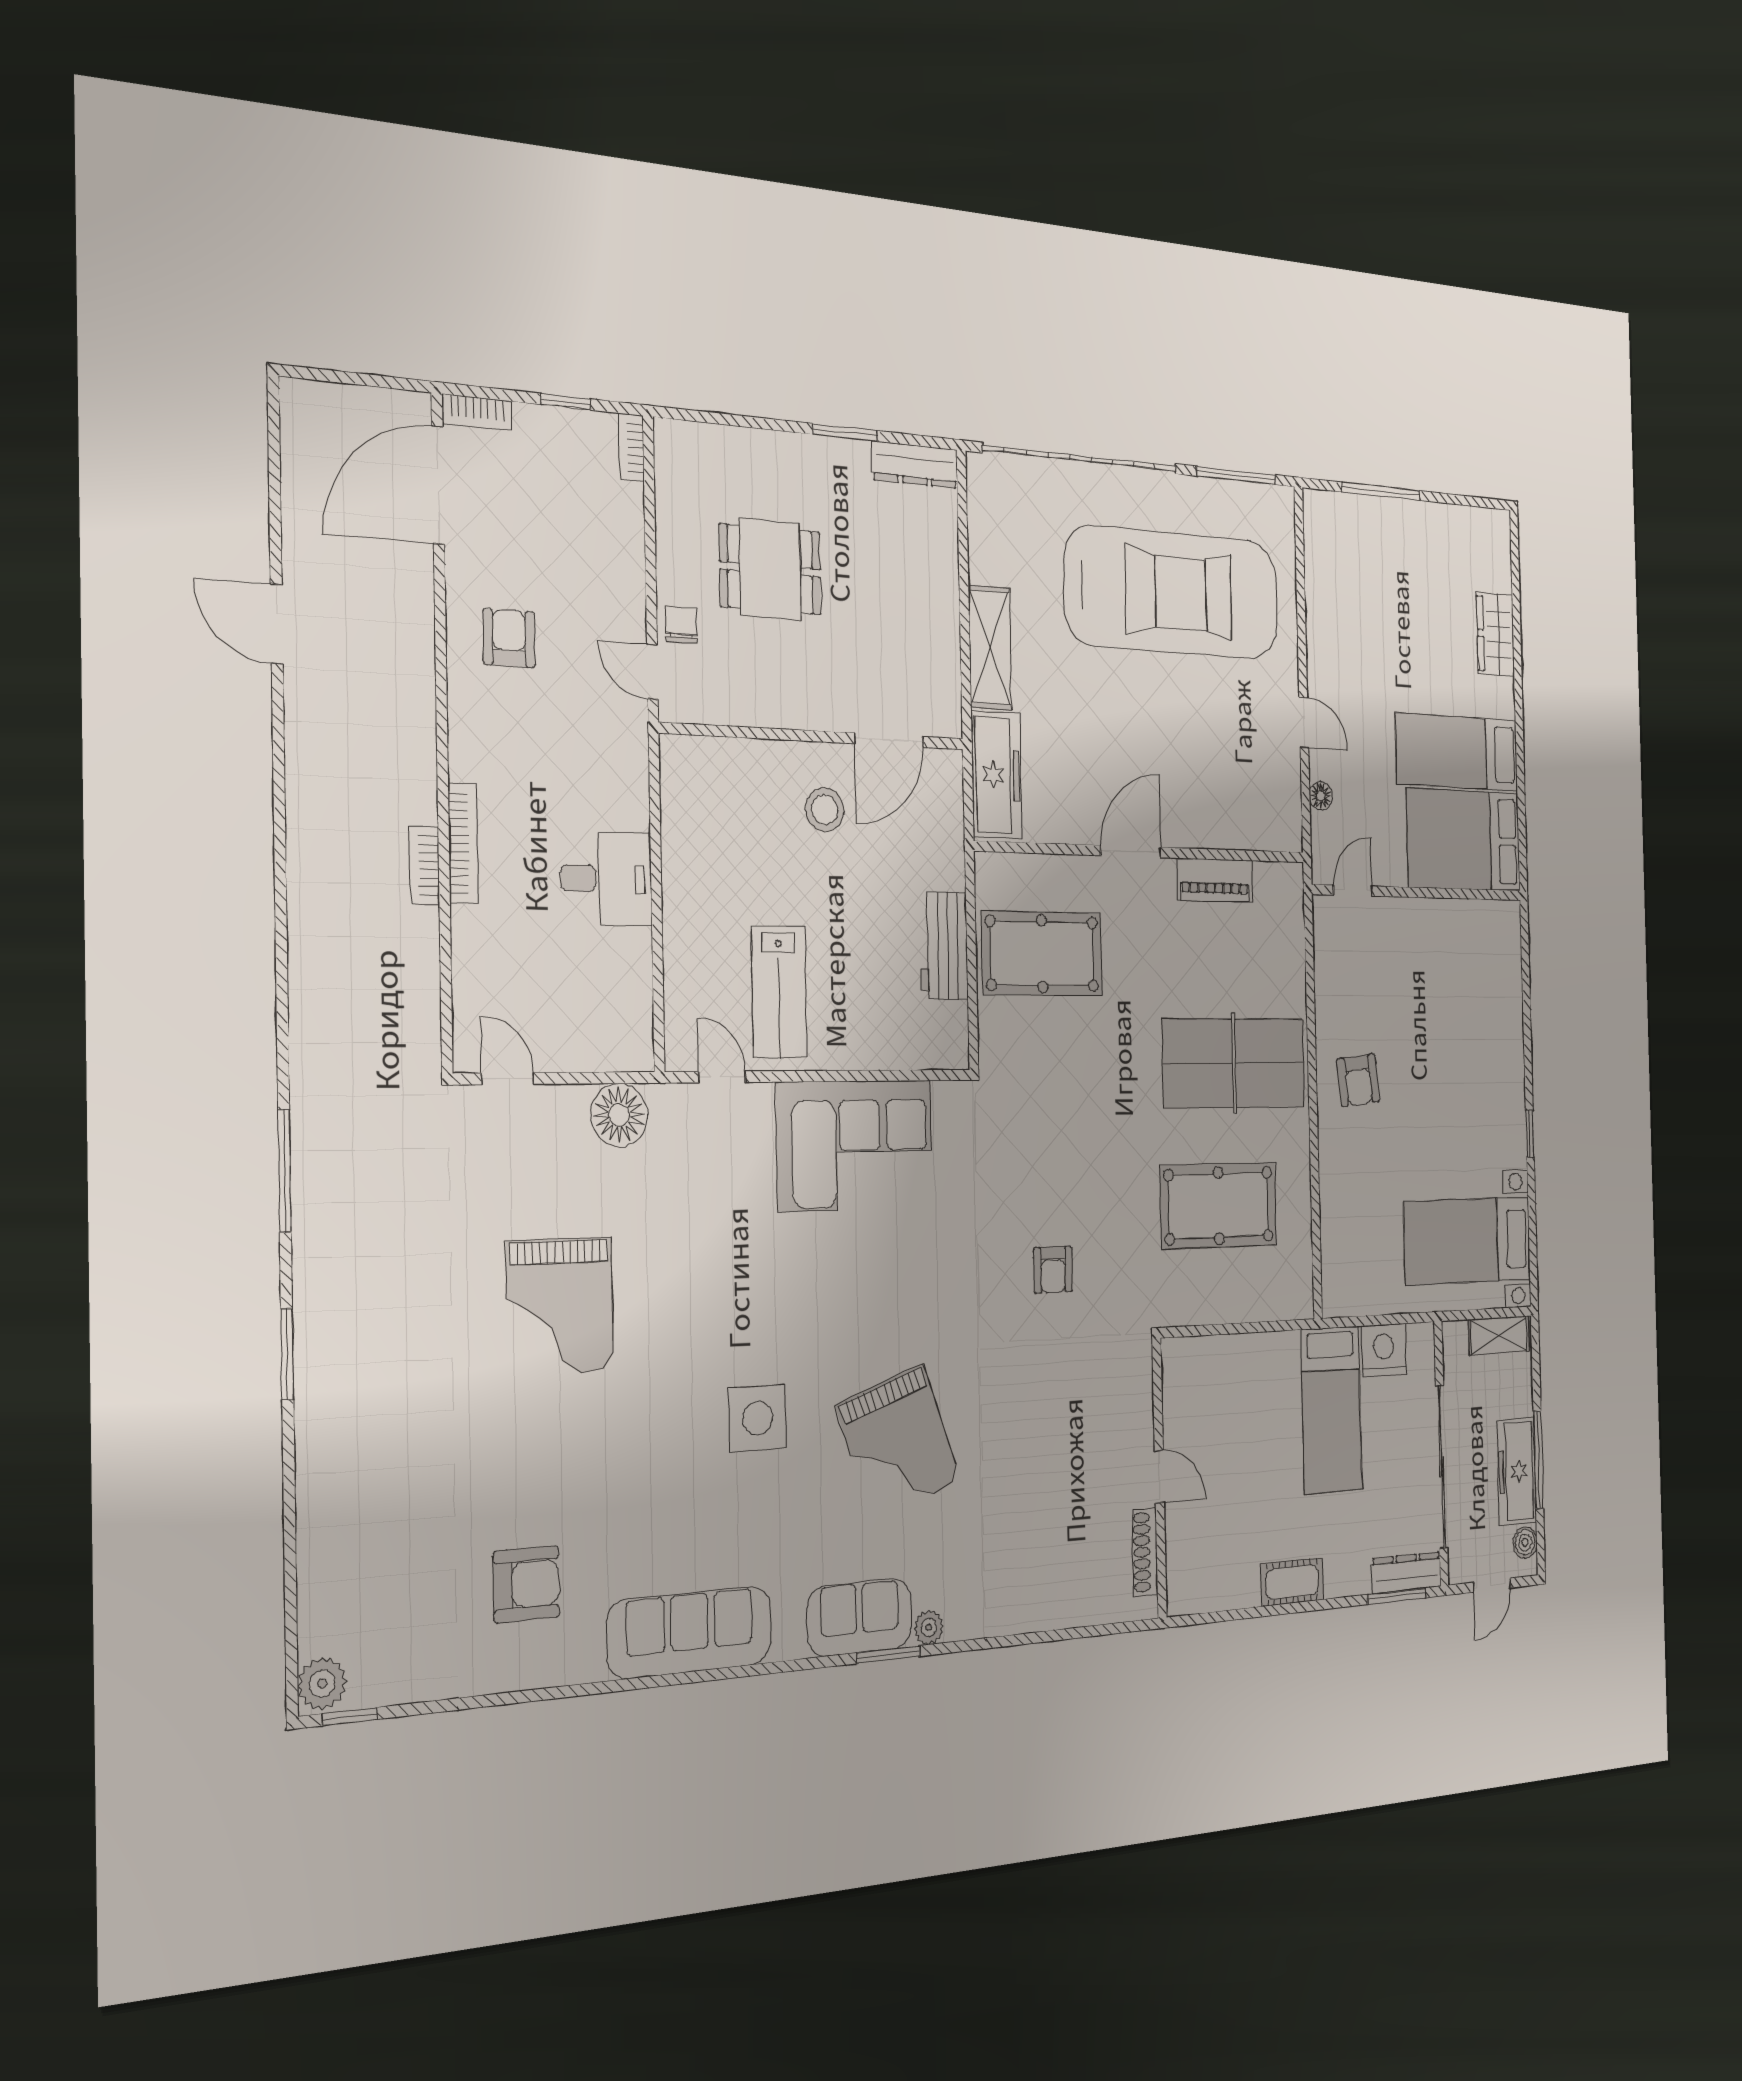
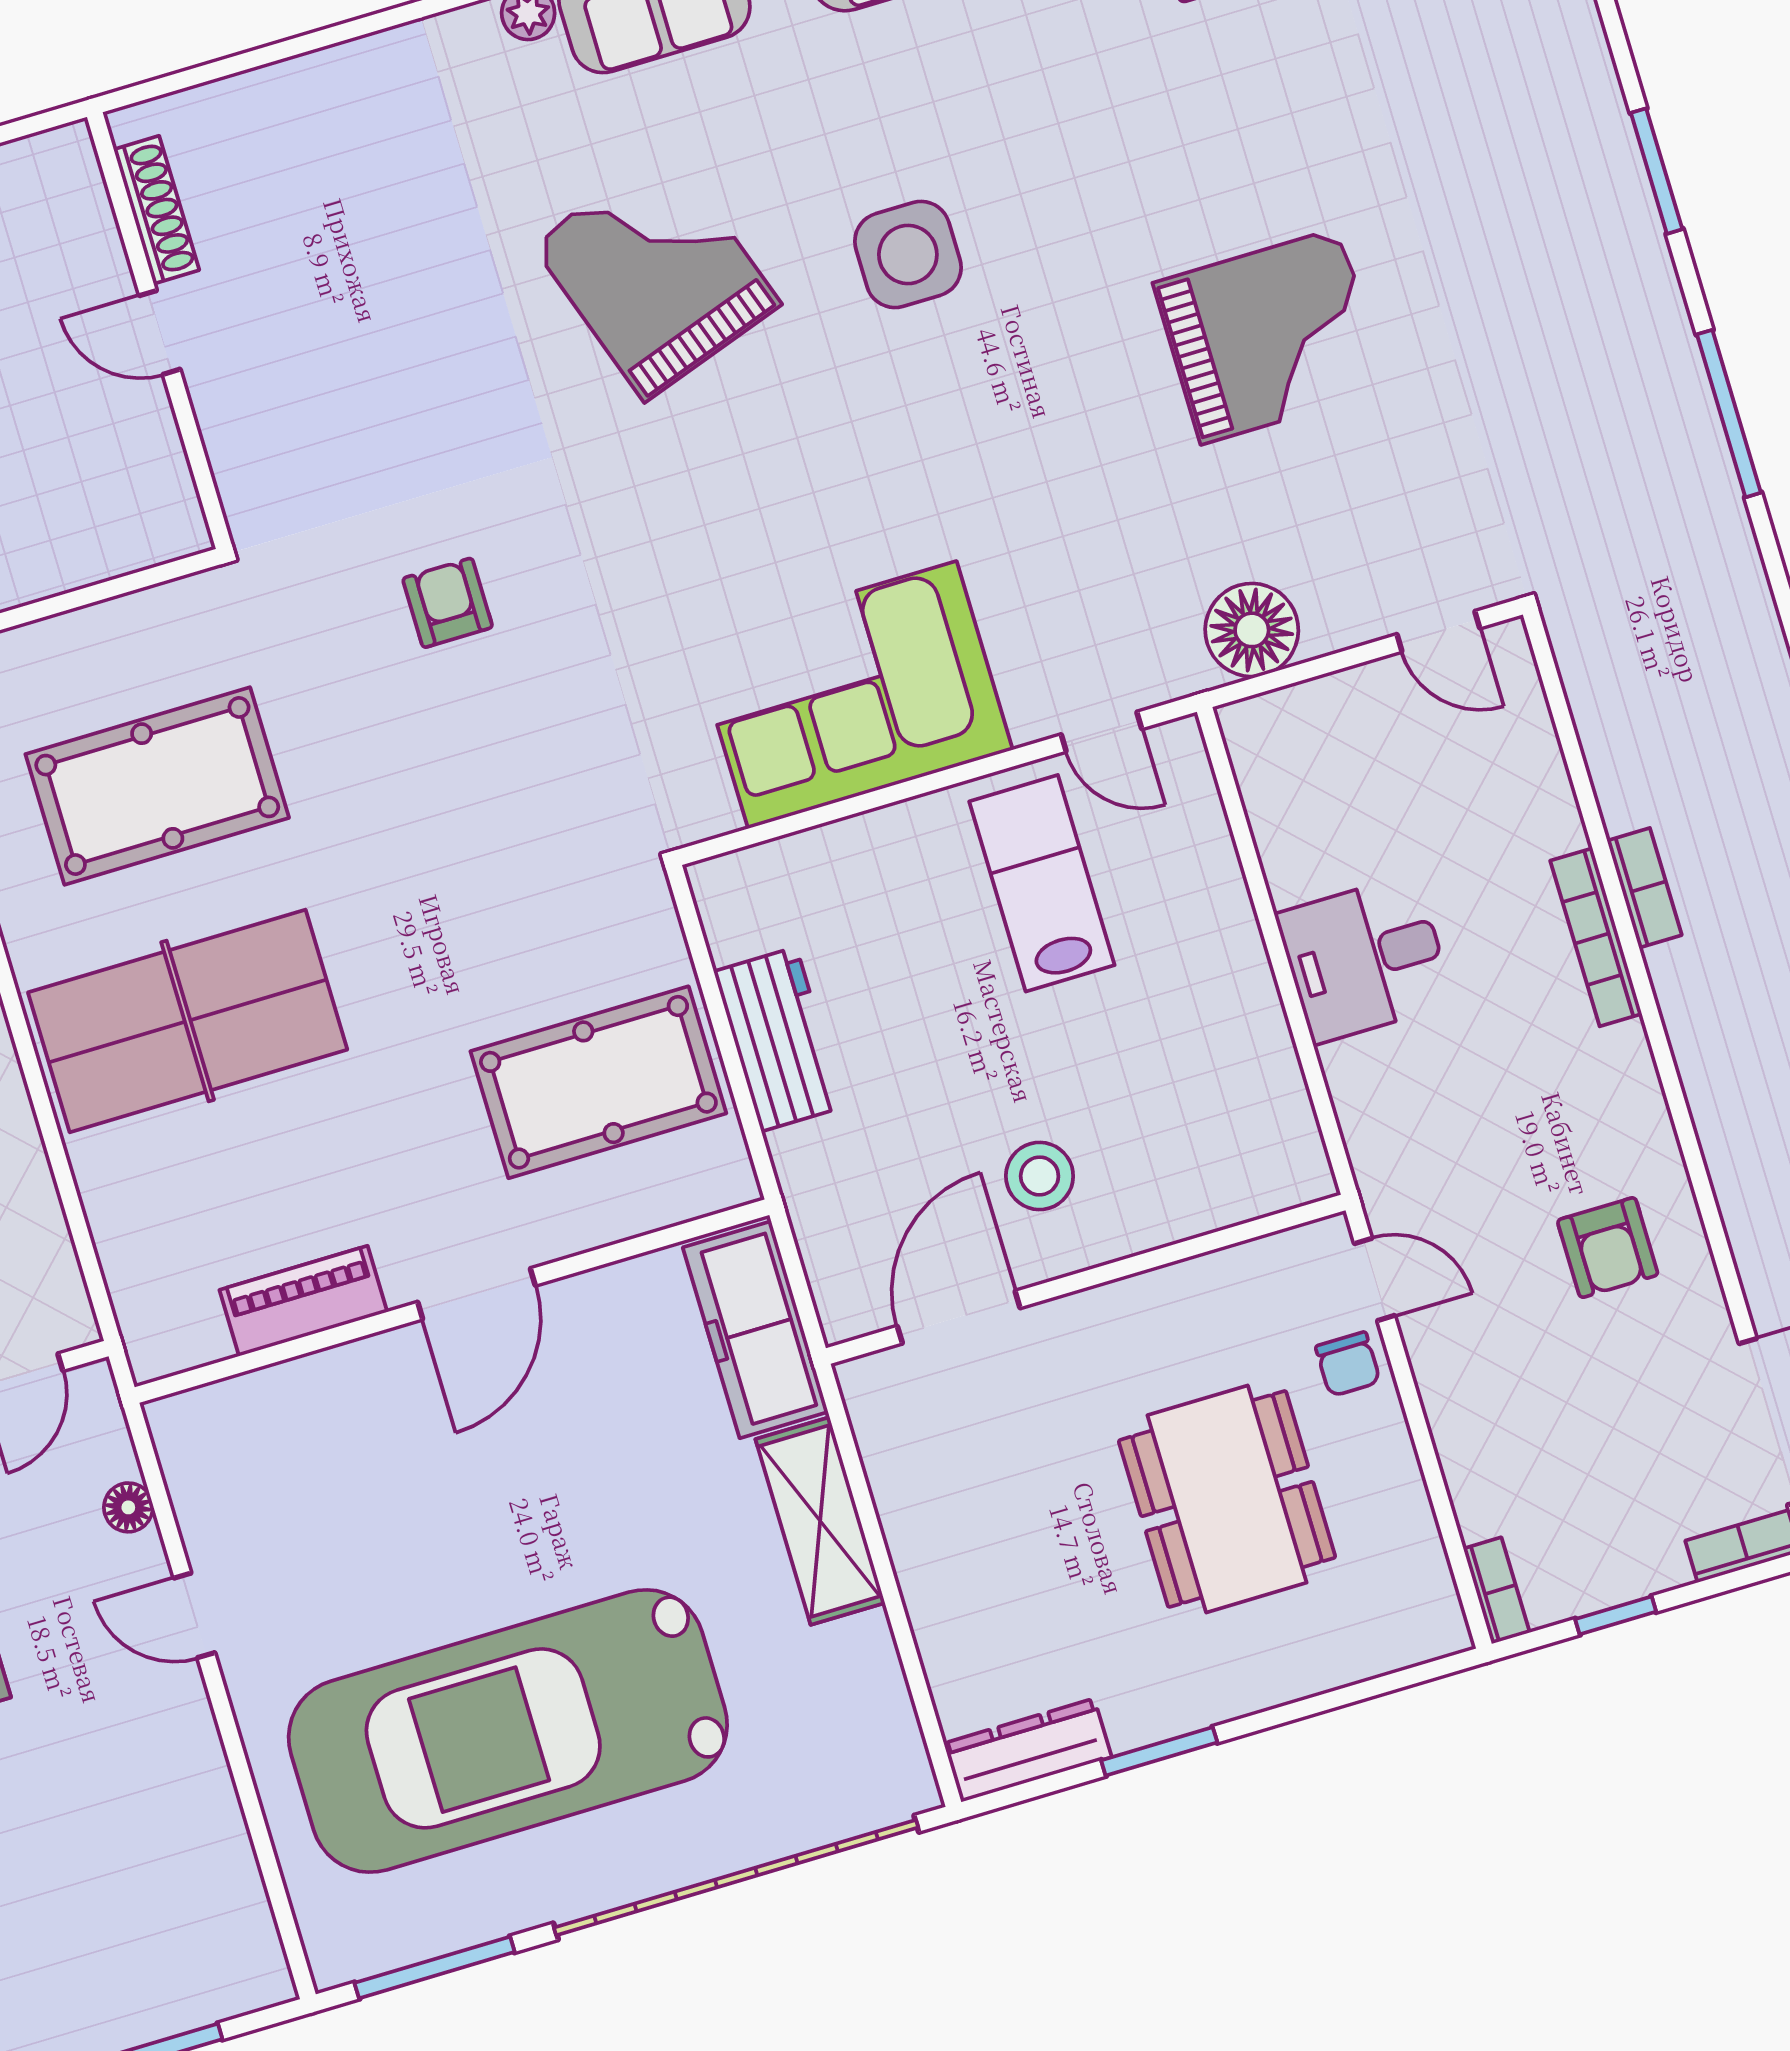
dining table: (770, 569) -> (1227, 1499), width x1.38
grand piano: (560, 1306) -> (1270, 336), turned 90

